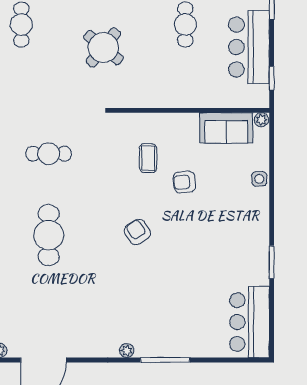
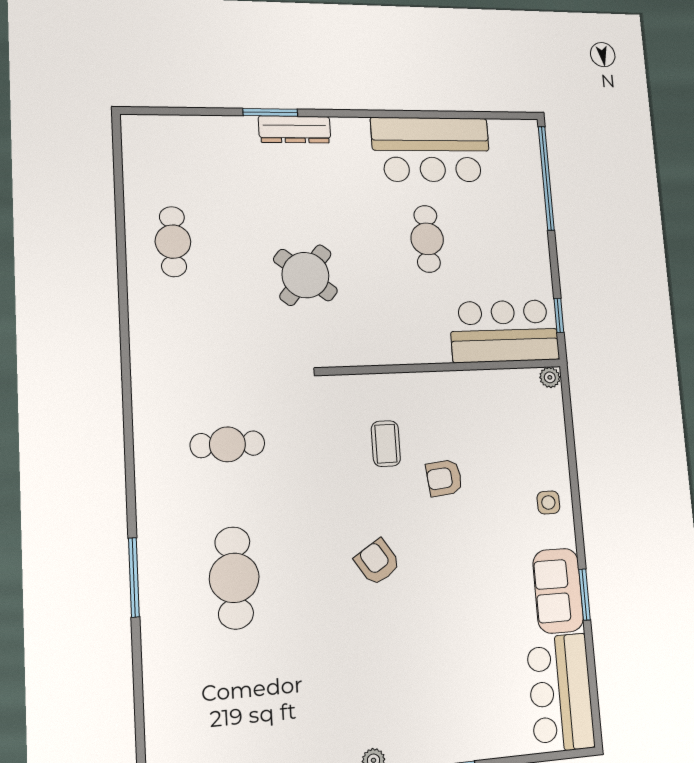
bar counter: (249, 47) -> (504, 331), moved, turned 90
sofa: (226, 128) -> (558, 591), moved, turned 90
side table: (259, 179) -> (548, 502), moved

